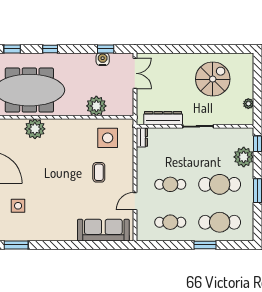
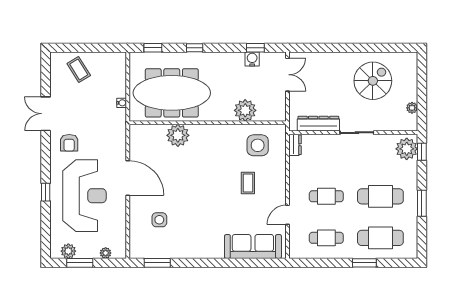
plant: (244, 157) -> (407, 149), moved

